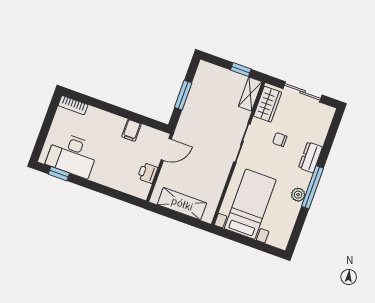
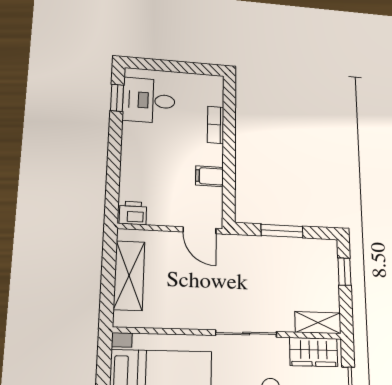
window: (241, 70) -> (344, 272), moved
bookcase: (73, 105) -> (216, 125), moved
desk: (72, 155) -> (149, 100), width x0.73
printer: (148, 173) -> (133, 213), moved

